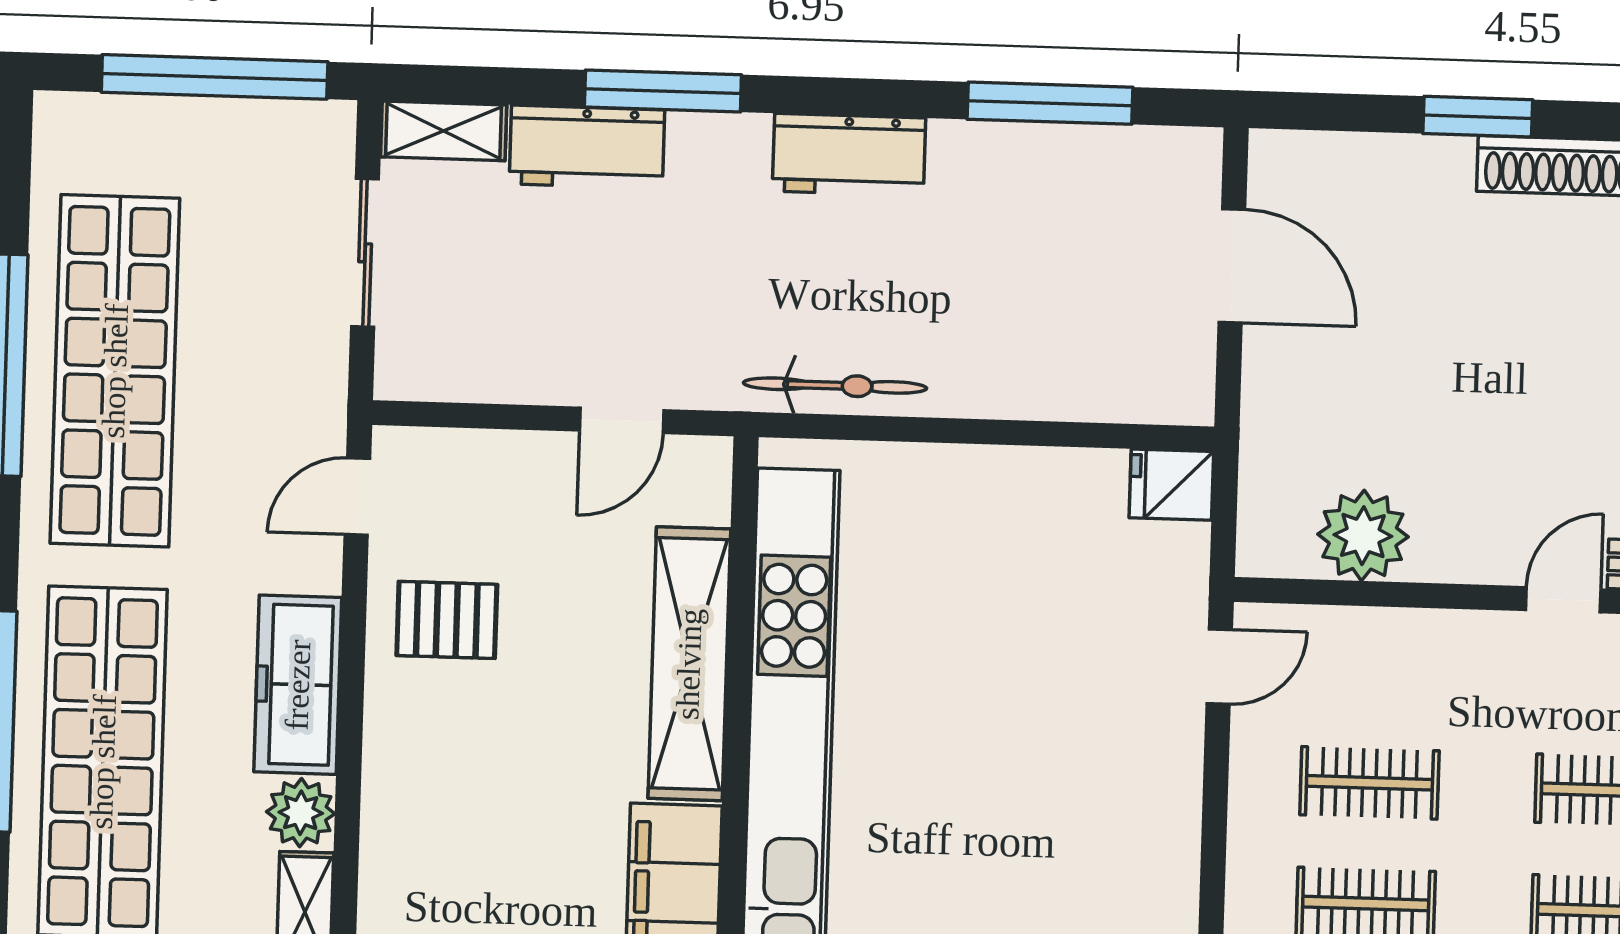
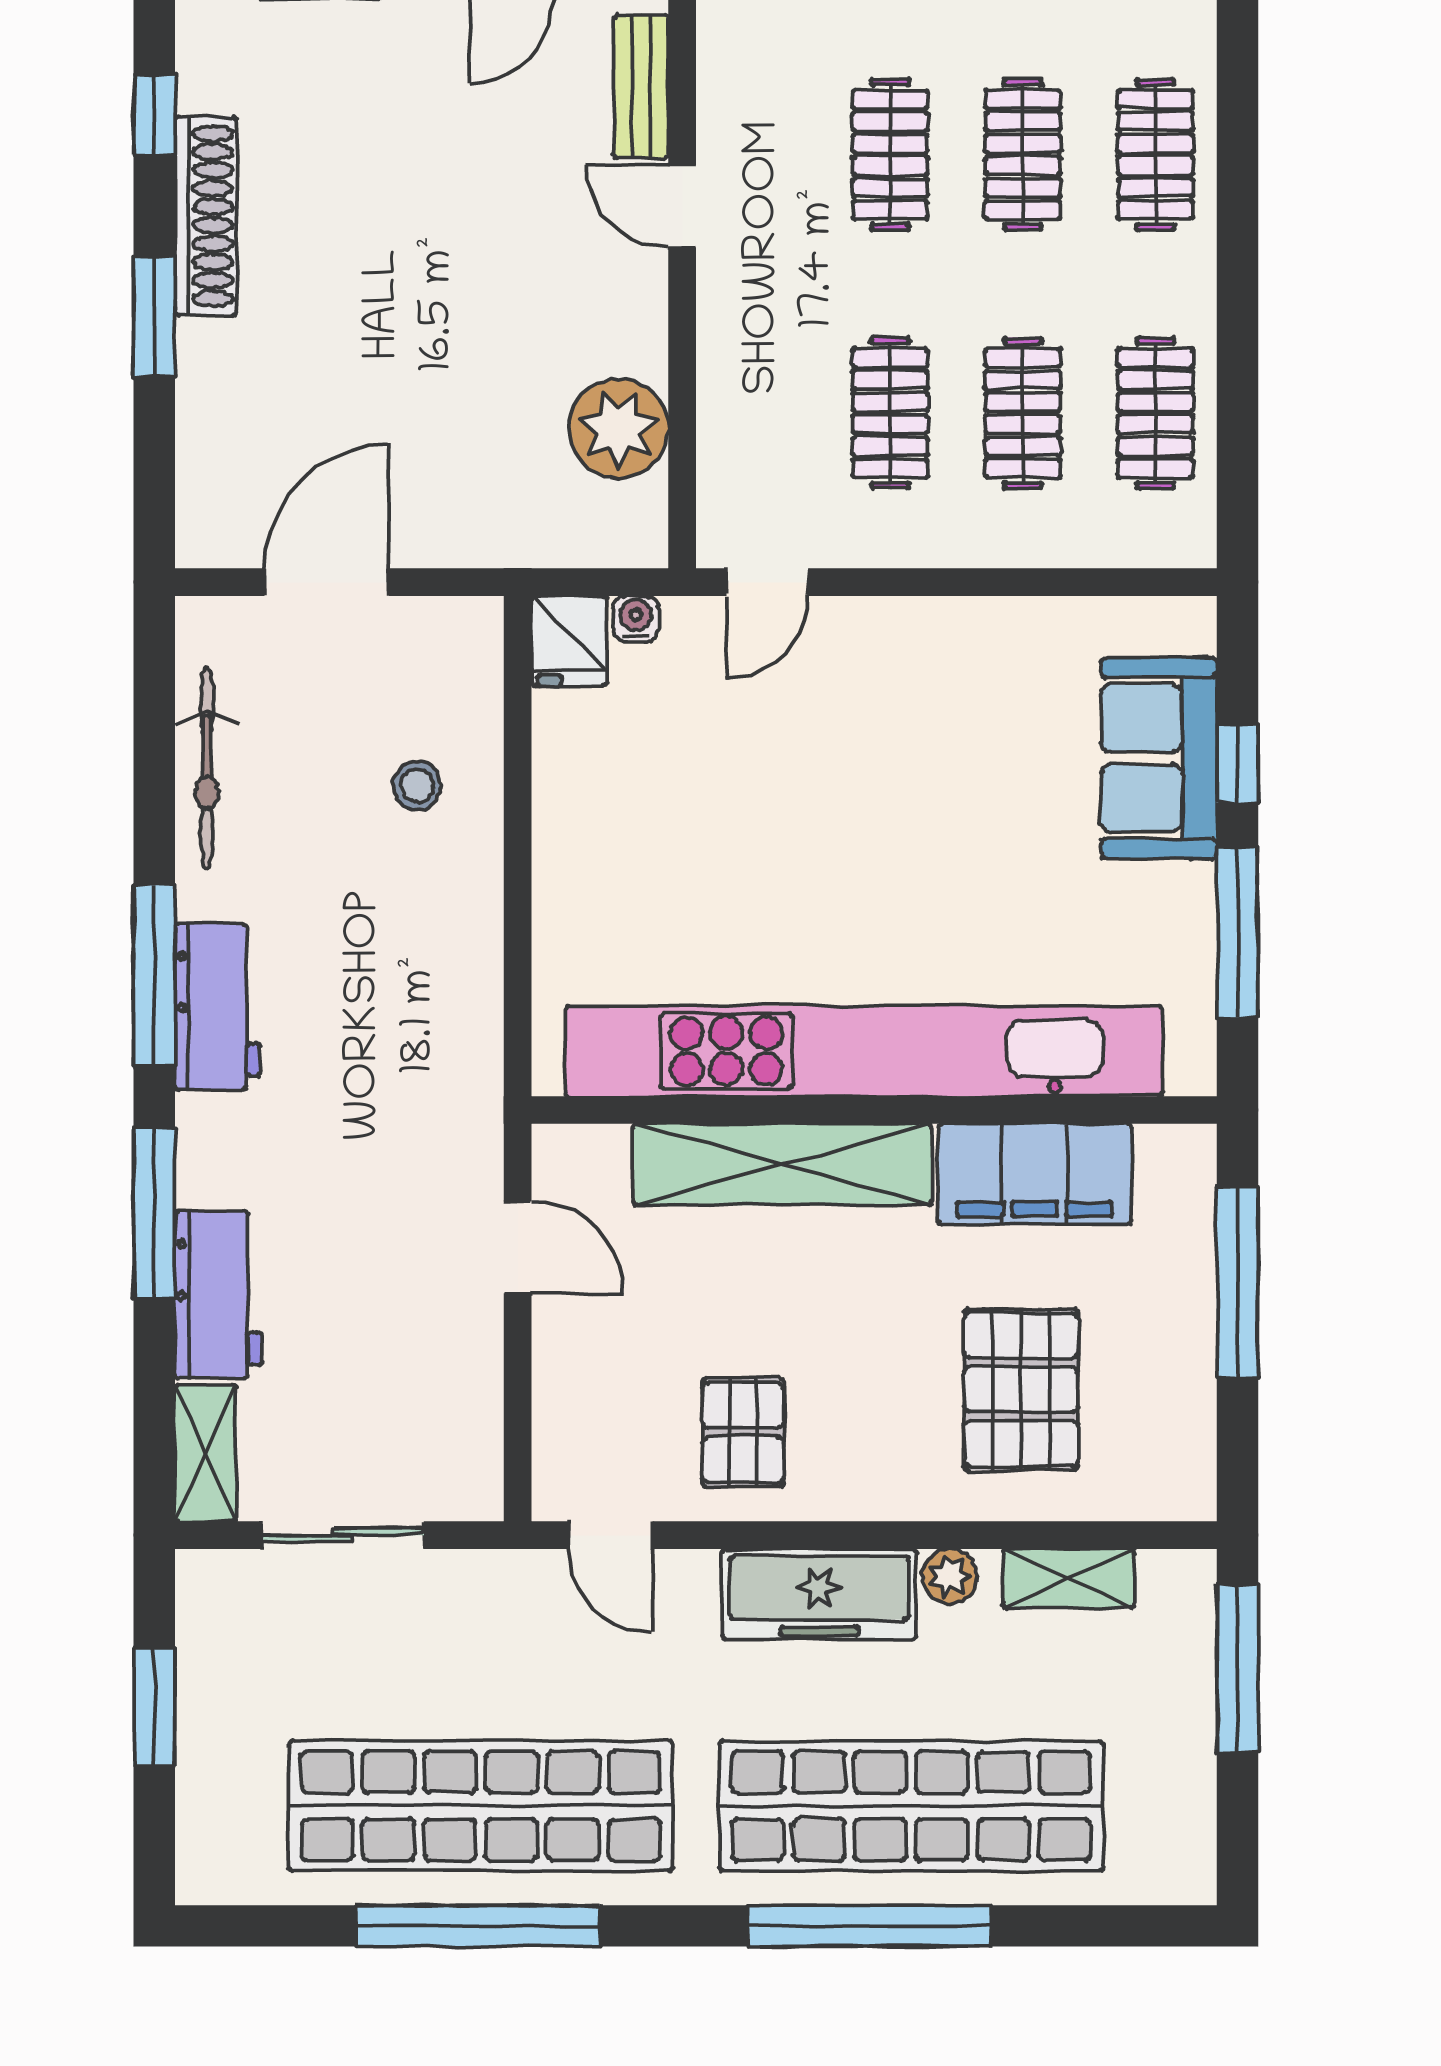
window: (215, 77) -> (154, 1706), width x0.47
window: (1050, 103) -> (154, 975), moved
stool: (1044, 342) -> (417, 786), added
bicycle: (835, 386) -> (207, 768), moved, turned 180
water cooler: (1190, 546) -> (636, 619), added
door: (1219, 667) -> (767, 582), swing flipped
plant: (301, 813) -> (950, 1576), width x0.73, depth x0.73
pallet: (478, 874) -> (1021, 1389), added

